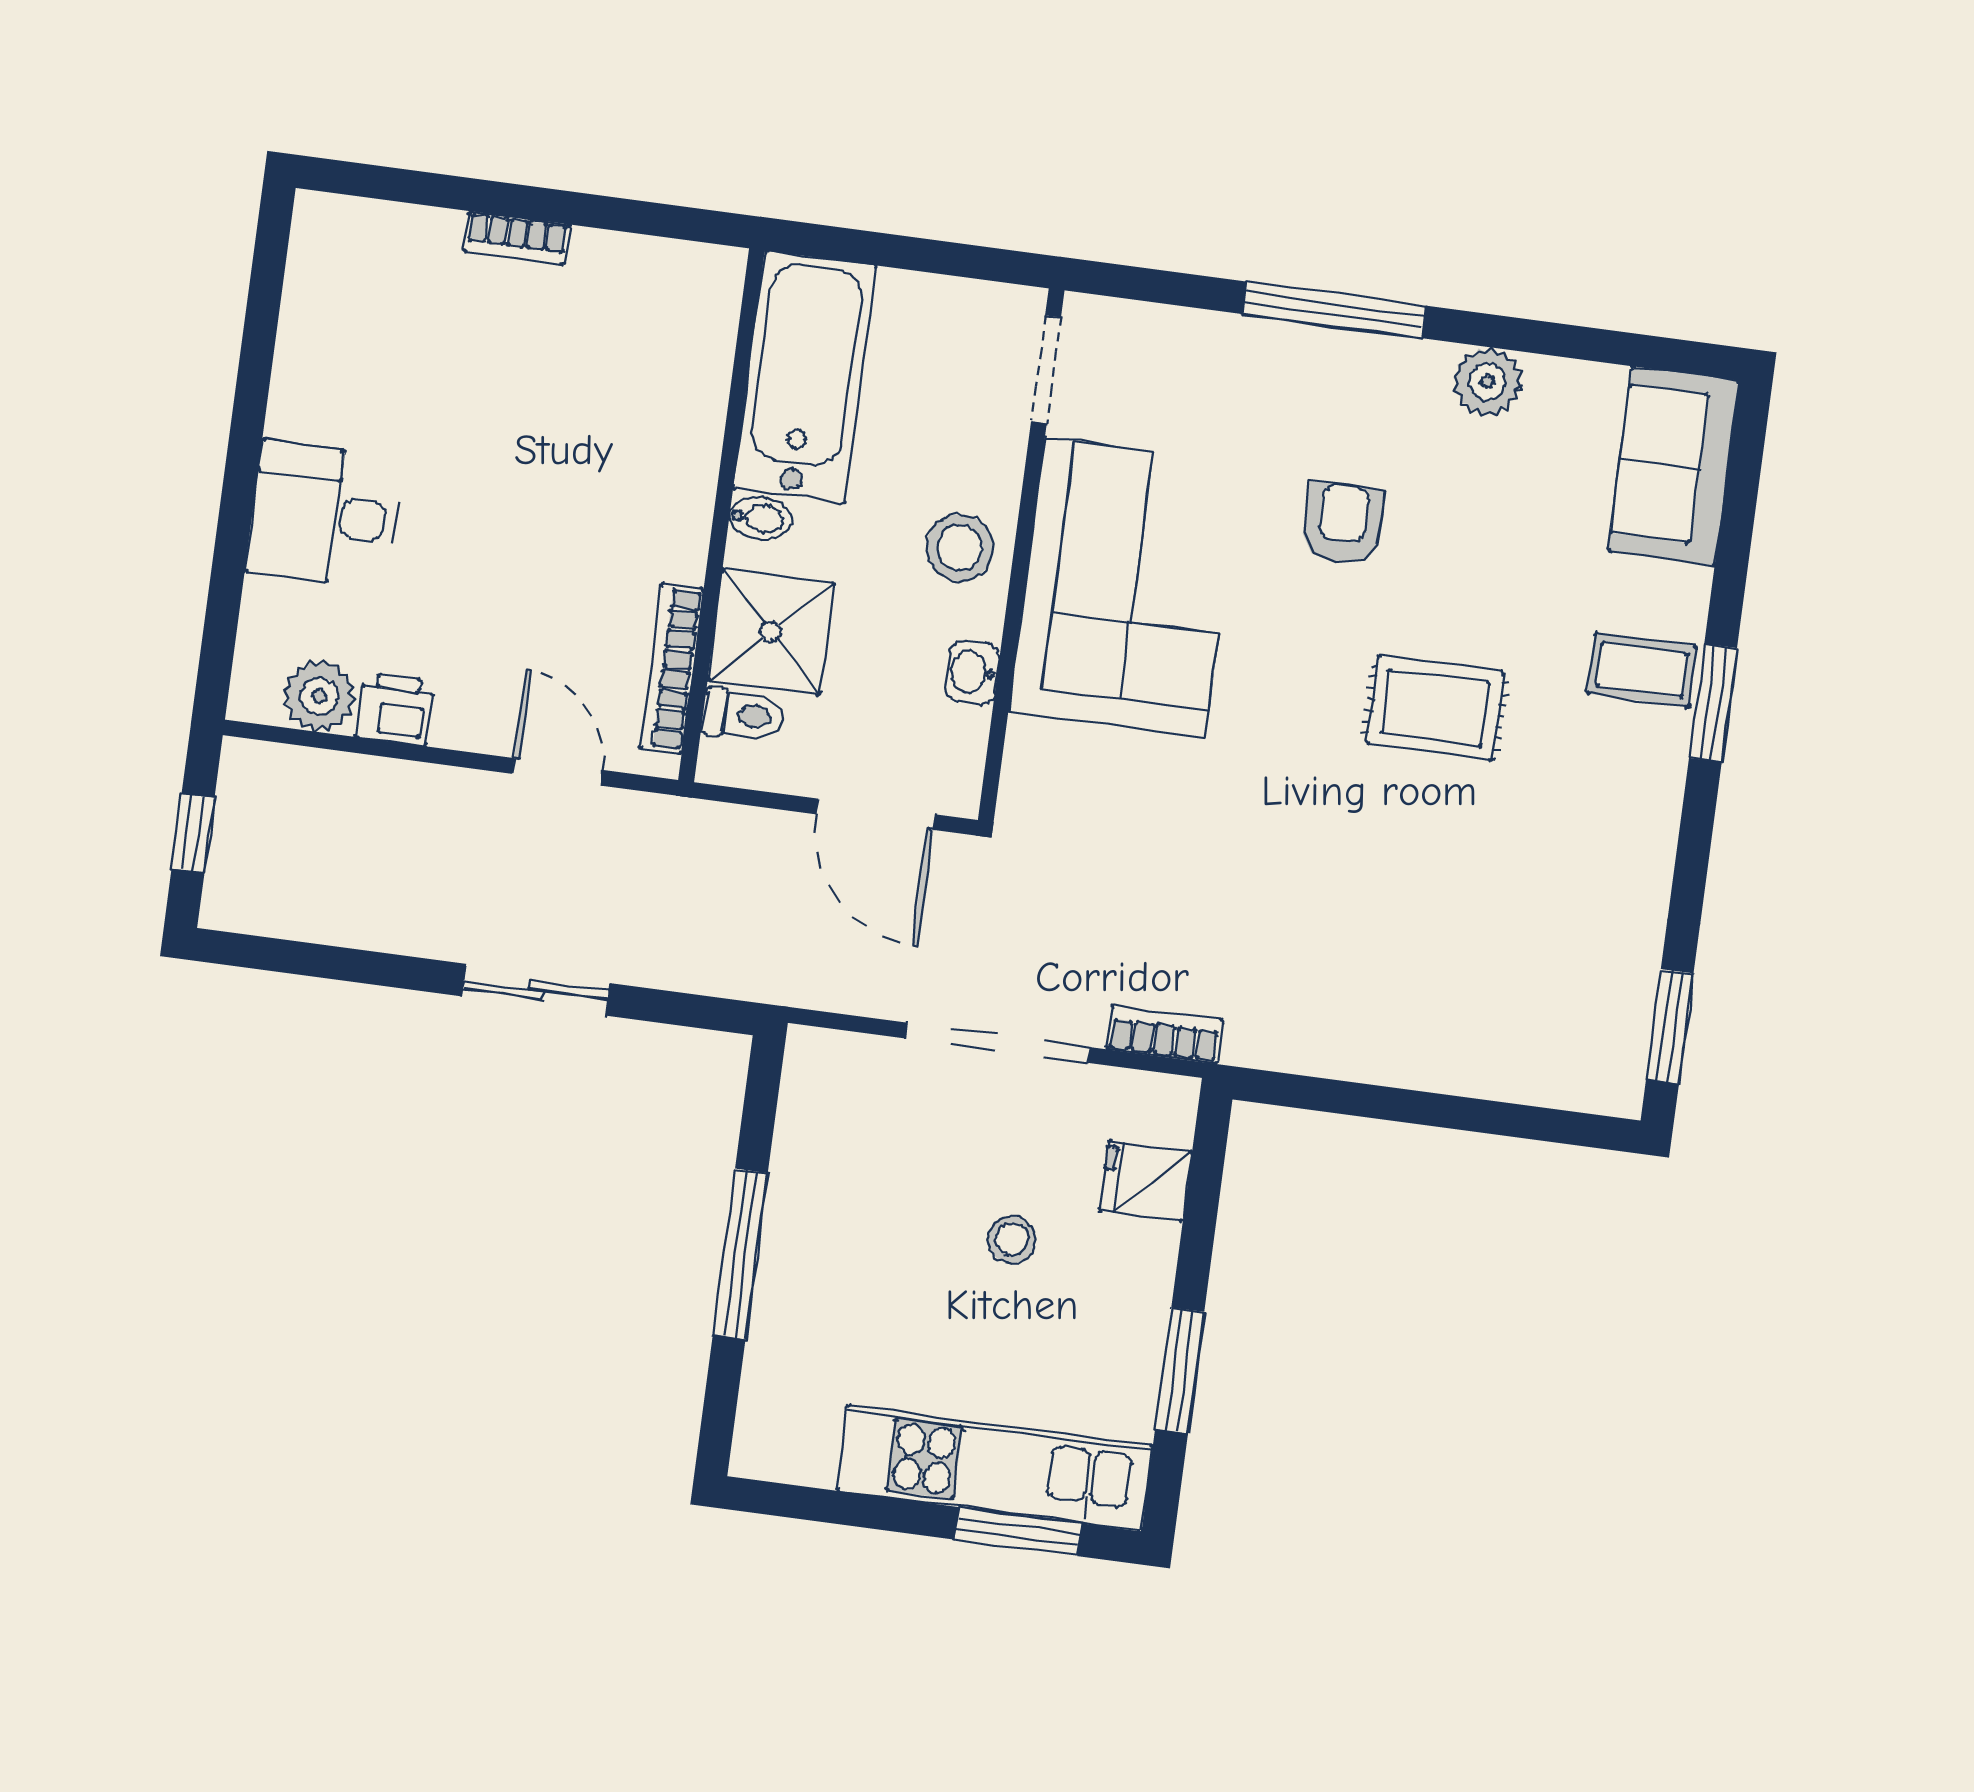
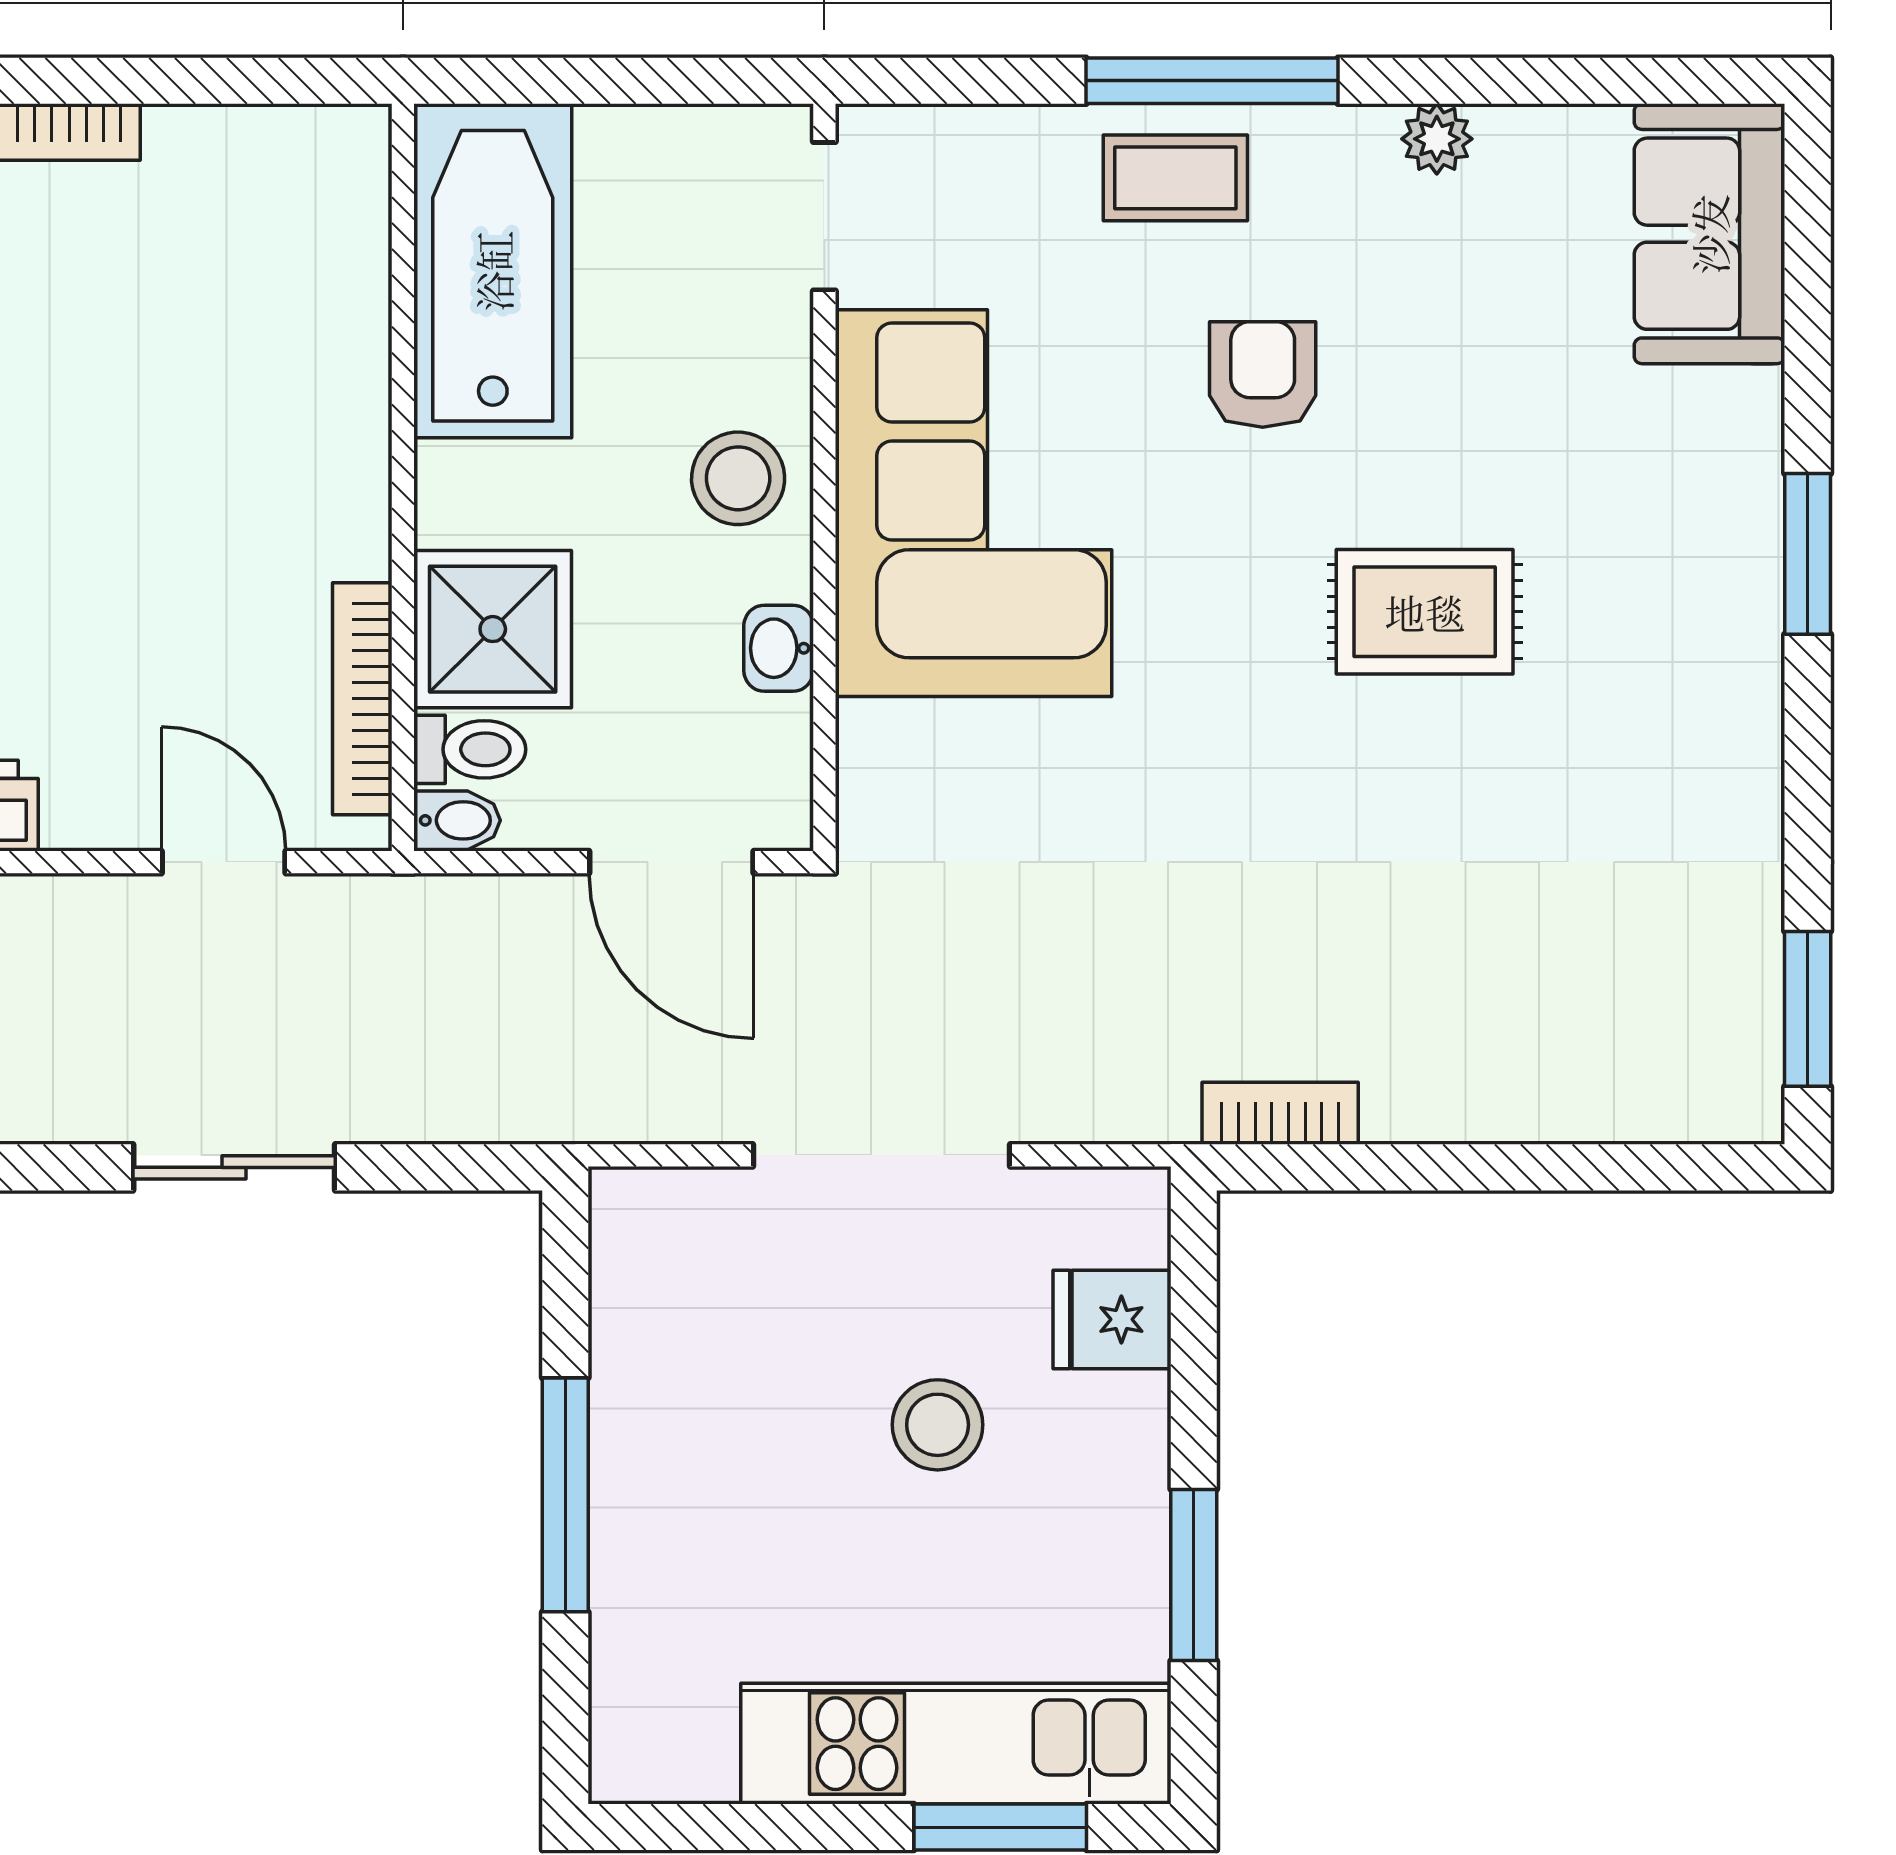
plant: (1487, 382) -> (1437, 139), width x0.73, depth x0.73
bidet: (760, 518) -> (457, 820), moved
coffee table: (1642, 670) -> (1175, 178), moved
bookcase: (1165, 1035) -> (1280, 1113), moved
stool: (1012, 1240) -> (938, 1425), width x1.37, depth x1.37

